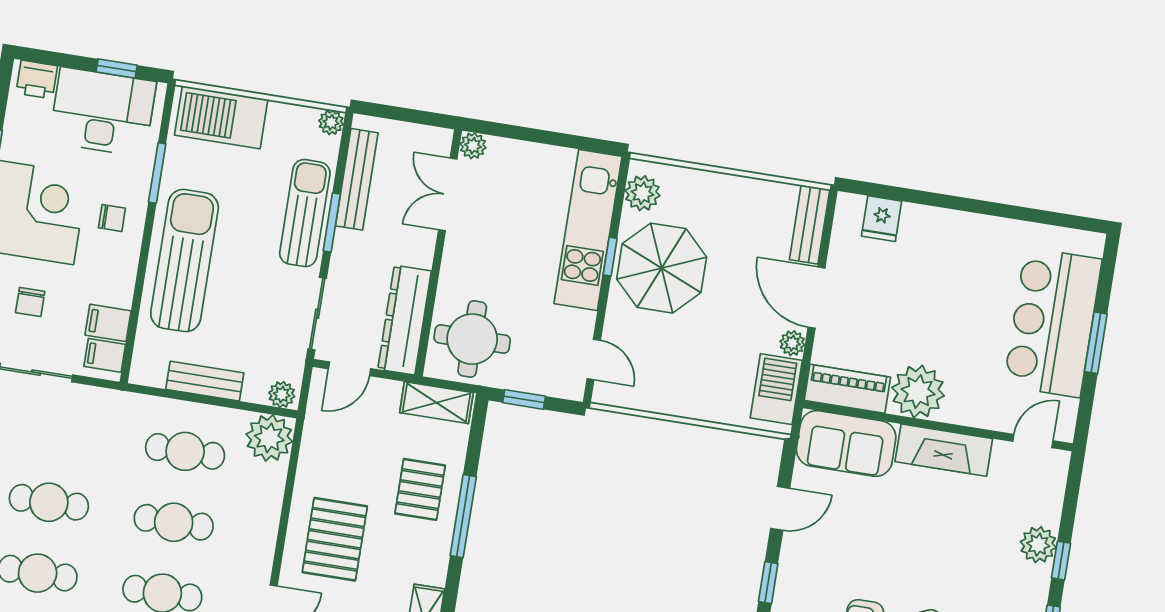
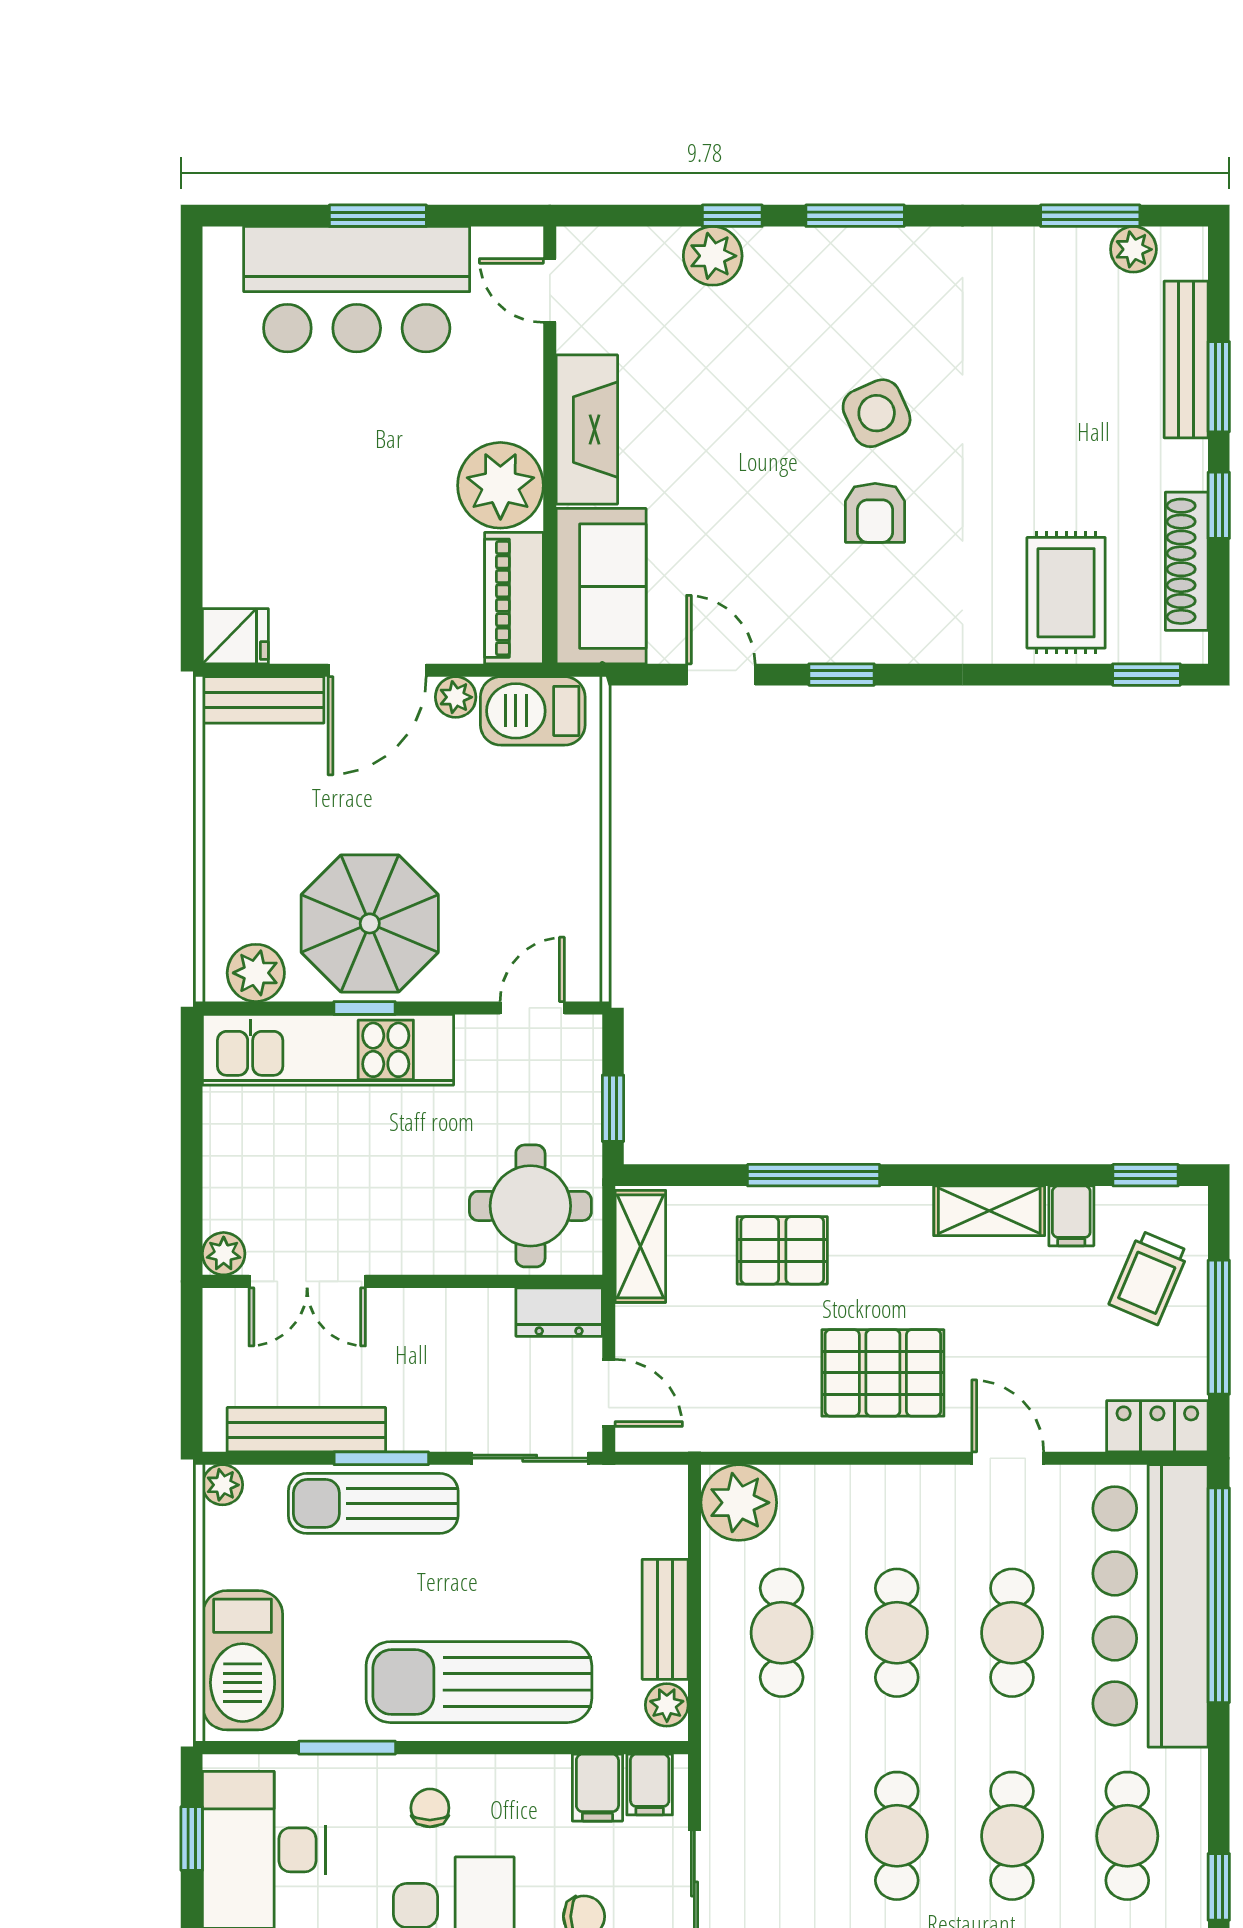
fridge: (882, 219) -> (235, 636), moved
dresser: (405, 320) -> (559, 1312), width x0.51, depth x0.80
plant: (282, 394) -> (667, 1705), moved

